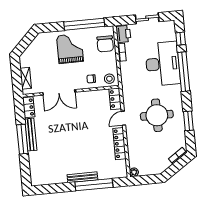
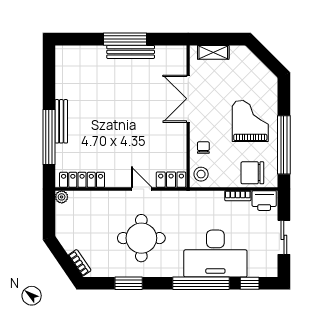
grand piano: (70, 49) -> (250, 121), turned -90
locker: (29, 107) -> (171, 53), removed
locker: (119, 144) -> (82, 180), moved

